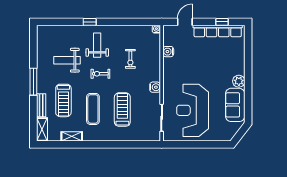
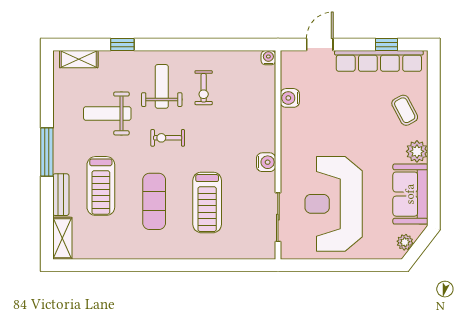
window: (90, 22) -> (122, 45), moved
coffee table: (232, 58) -> (405, 110), added
exercise bike: (130, 59) -> (204, 88), moved
treadmill: (122, 110) -> (207, 202), turned 180
plant: (232, 132) -> (405, 242), added
shelving: (72, 136) -> (79, 59), moved

